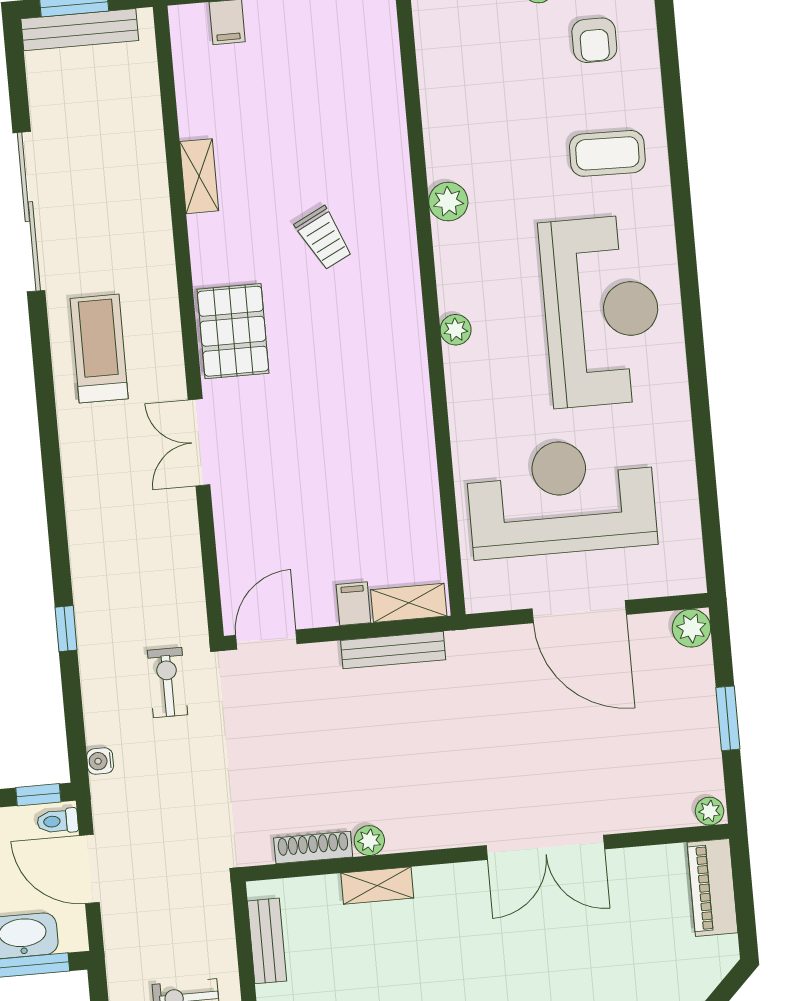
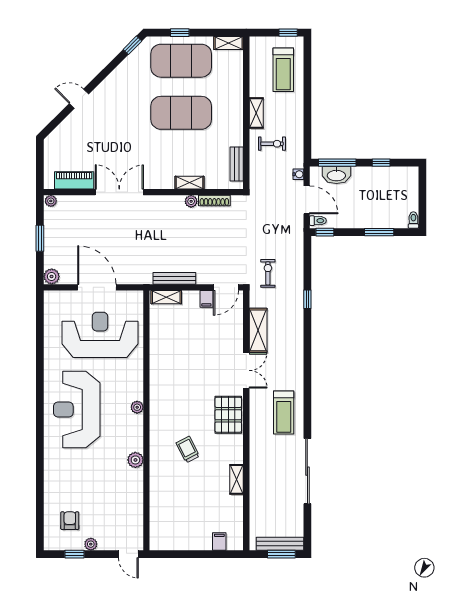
coffee table: (607, 153) -> (69, 474), removed
reception desk: (561, 497) -> (100, 335), turned 180
shelving: (179, 542) -> (258, 330), added
filing cabinet: (353, 604) -> (206, 299), moved
exercise bike: (168, 683) -> (268, 273), turned 180
water cooler: (100, 761) -> (298, 174), moved
piano: (712, 887) -> (74, 180), moved, turned -90

